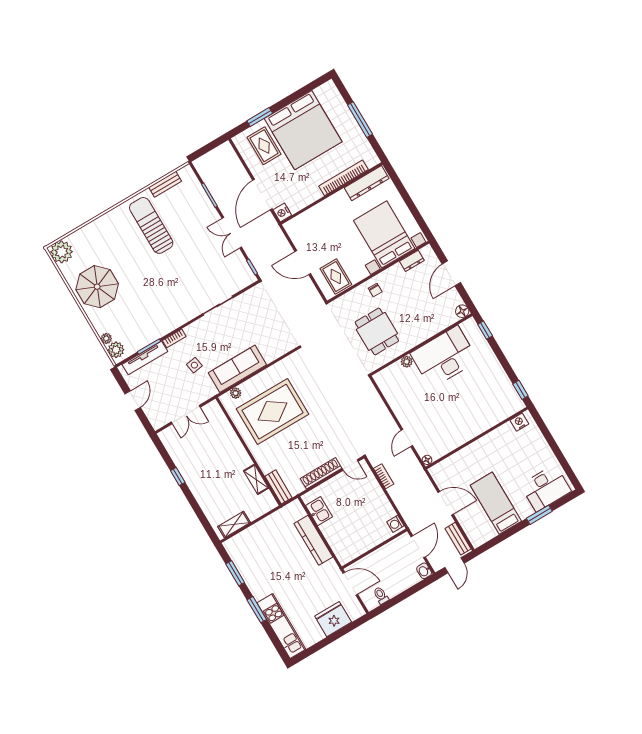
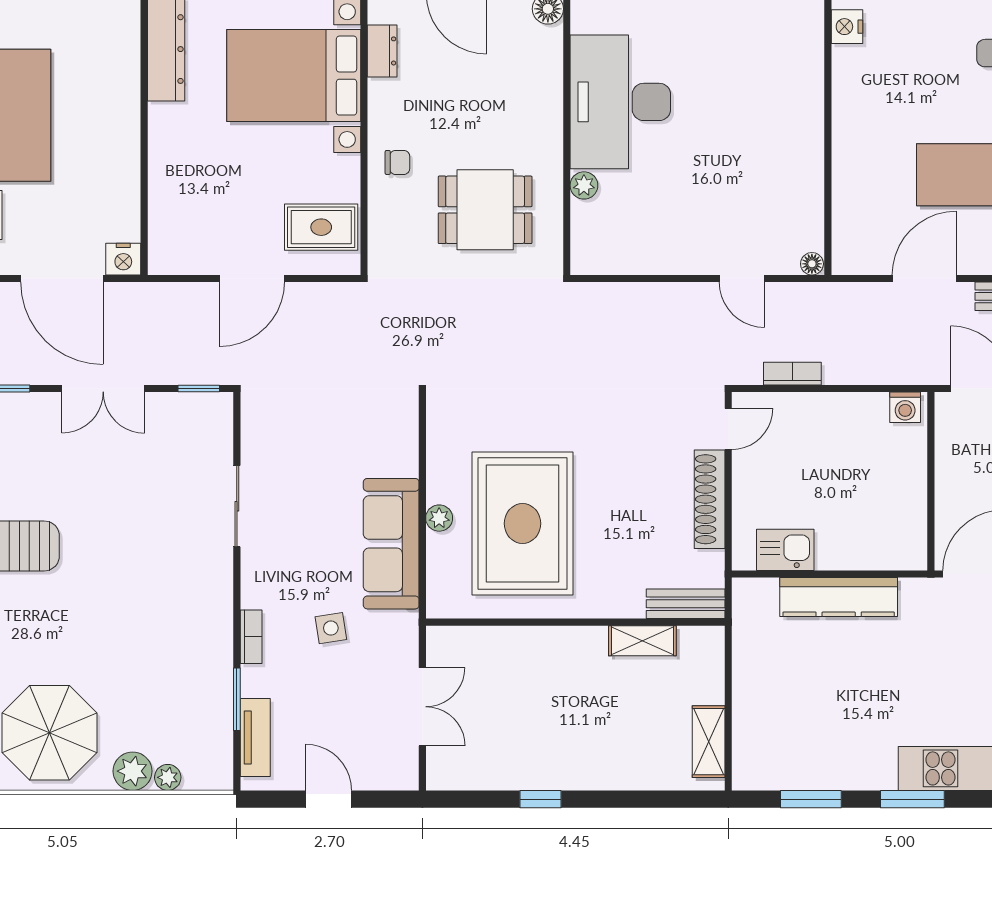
bookcase: (344, 178) -> (127, 90), removed
plant: (116, 350) -> (133, 771), moved
tv unit: (145, 358) -> (255, 737), width x0.71
plant: (236, 393) -> (439, 518), moved

